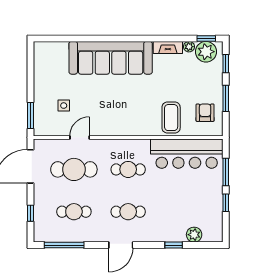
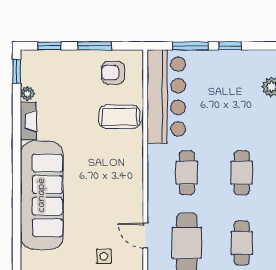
plant: (206, 52) -> (34, 71), removed

